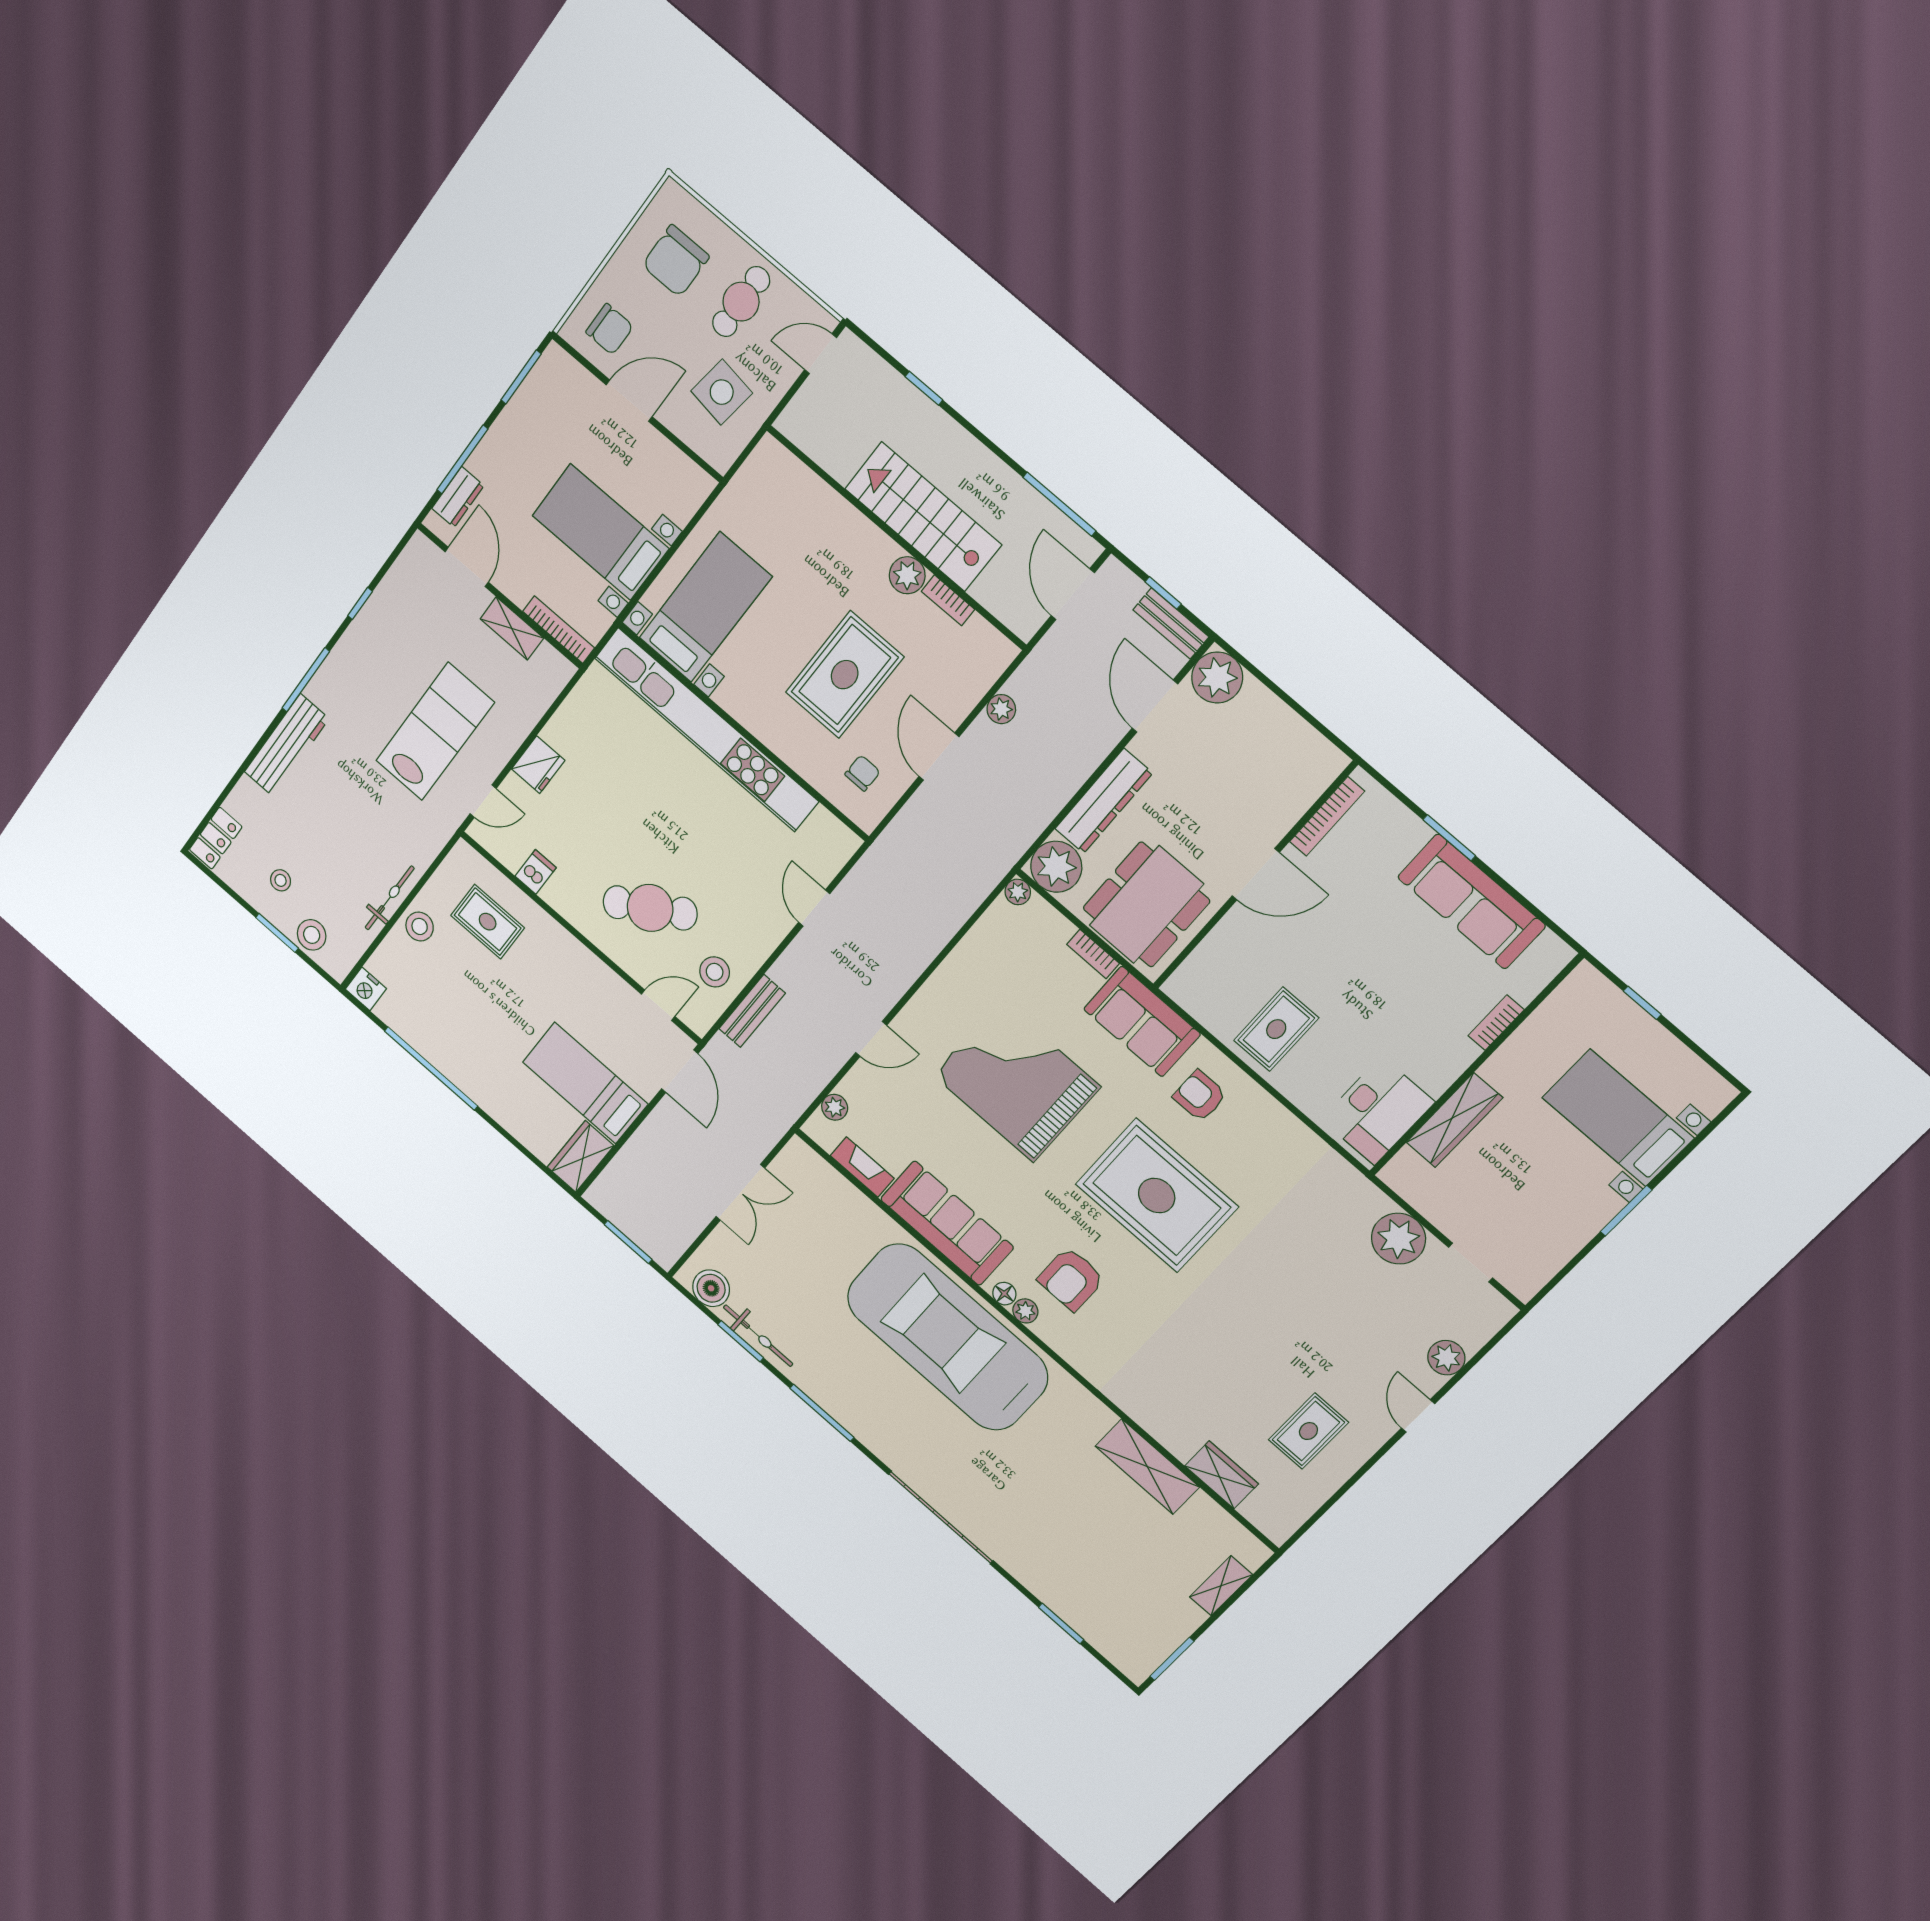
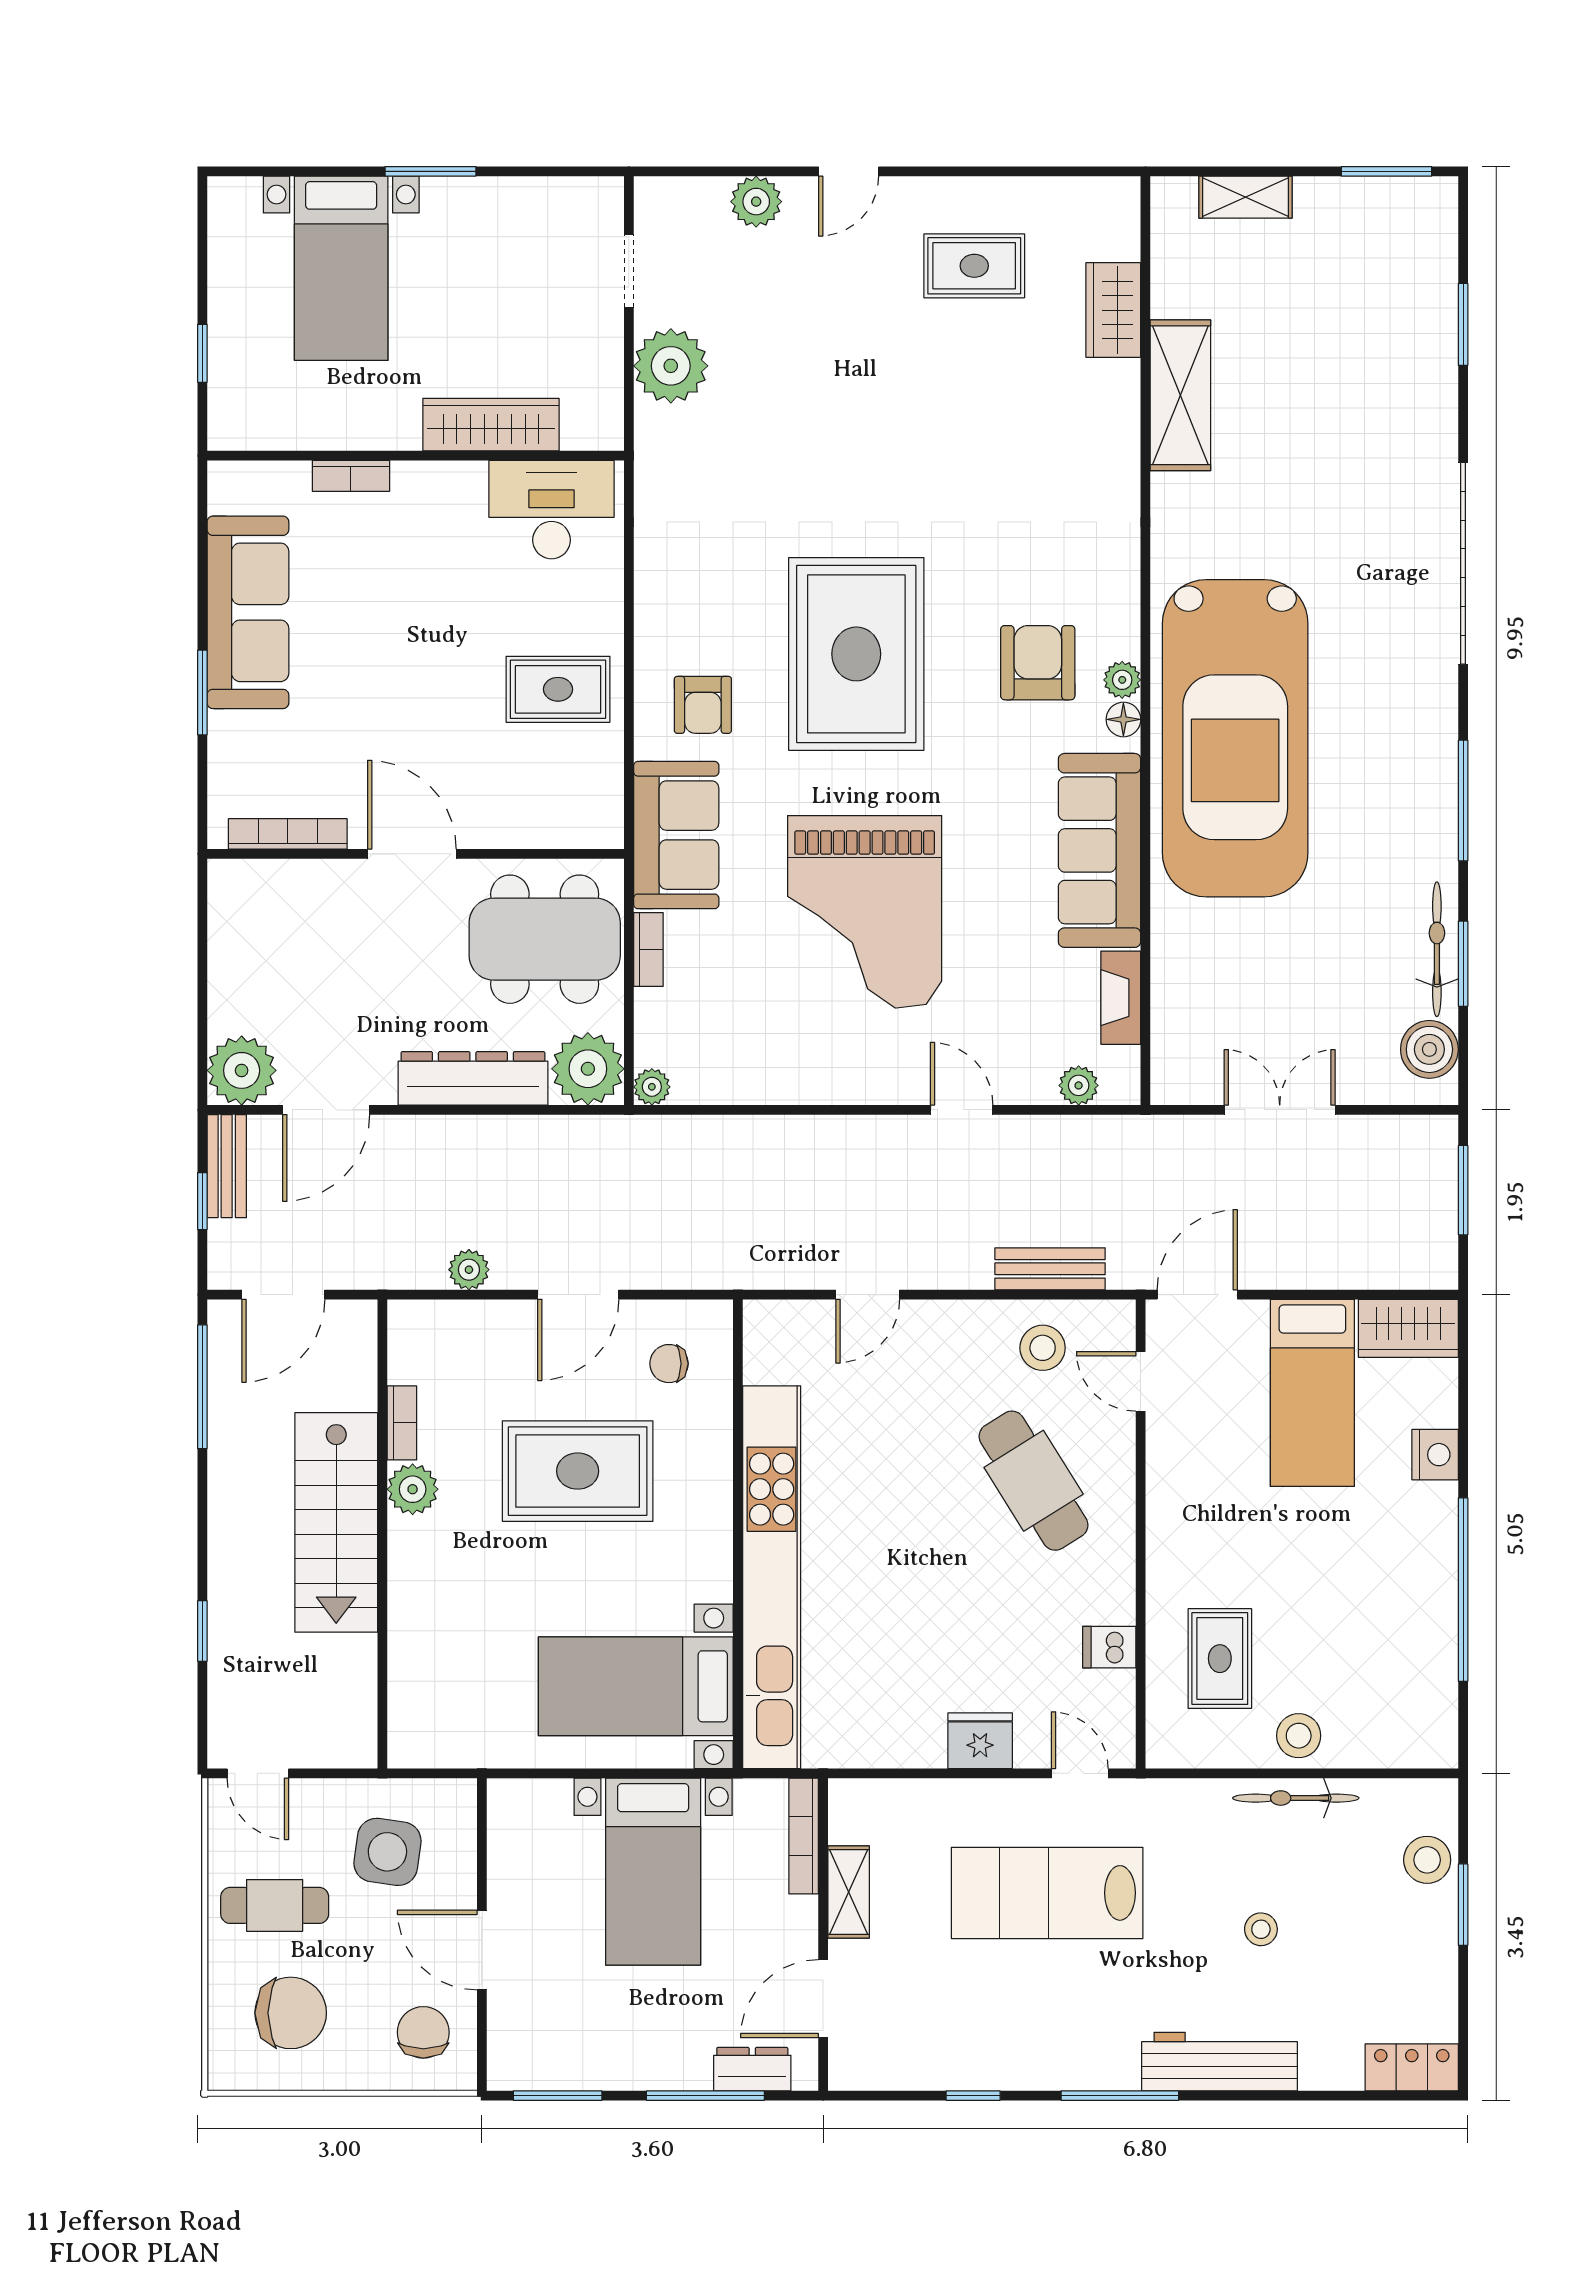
stool: (281, 880) -> (1261, 1929), moved
nightstand: (366, 989) -> (1435, 1455), moved
armchair: (1071, 1279) -> (1038, 663), turned -90

